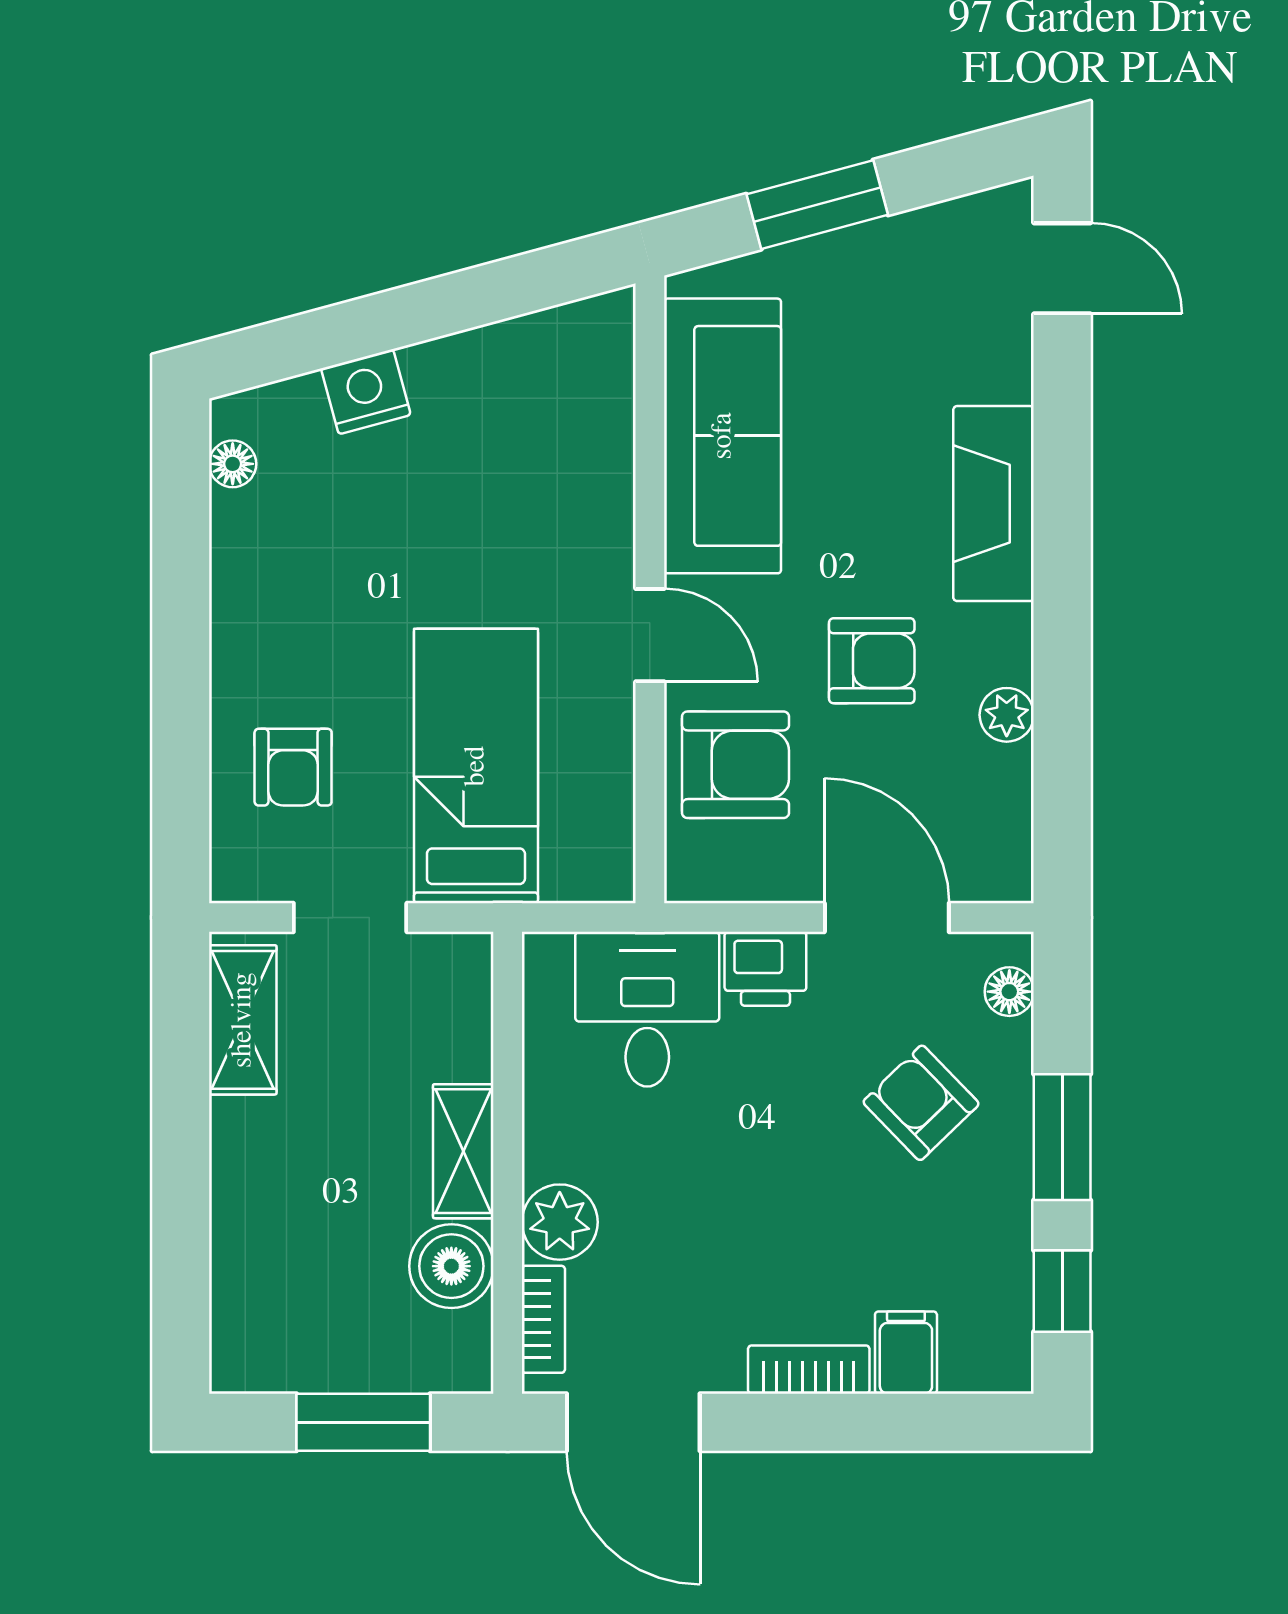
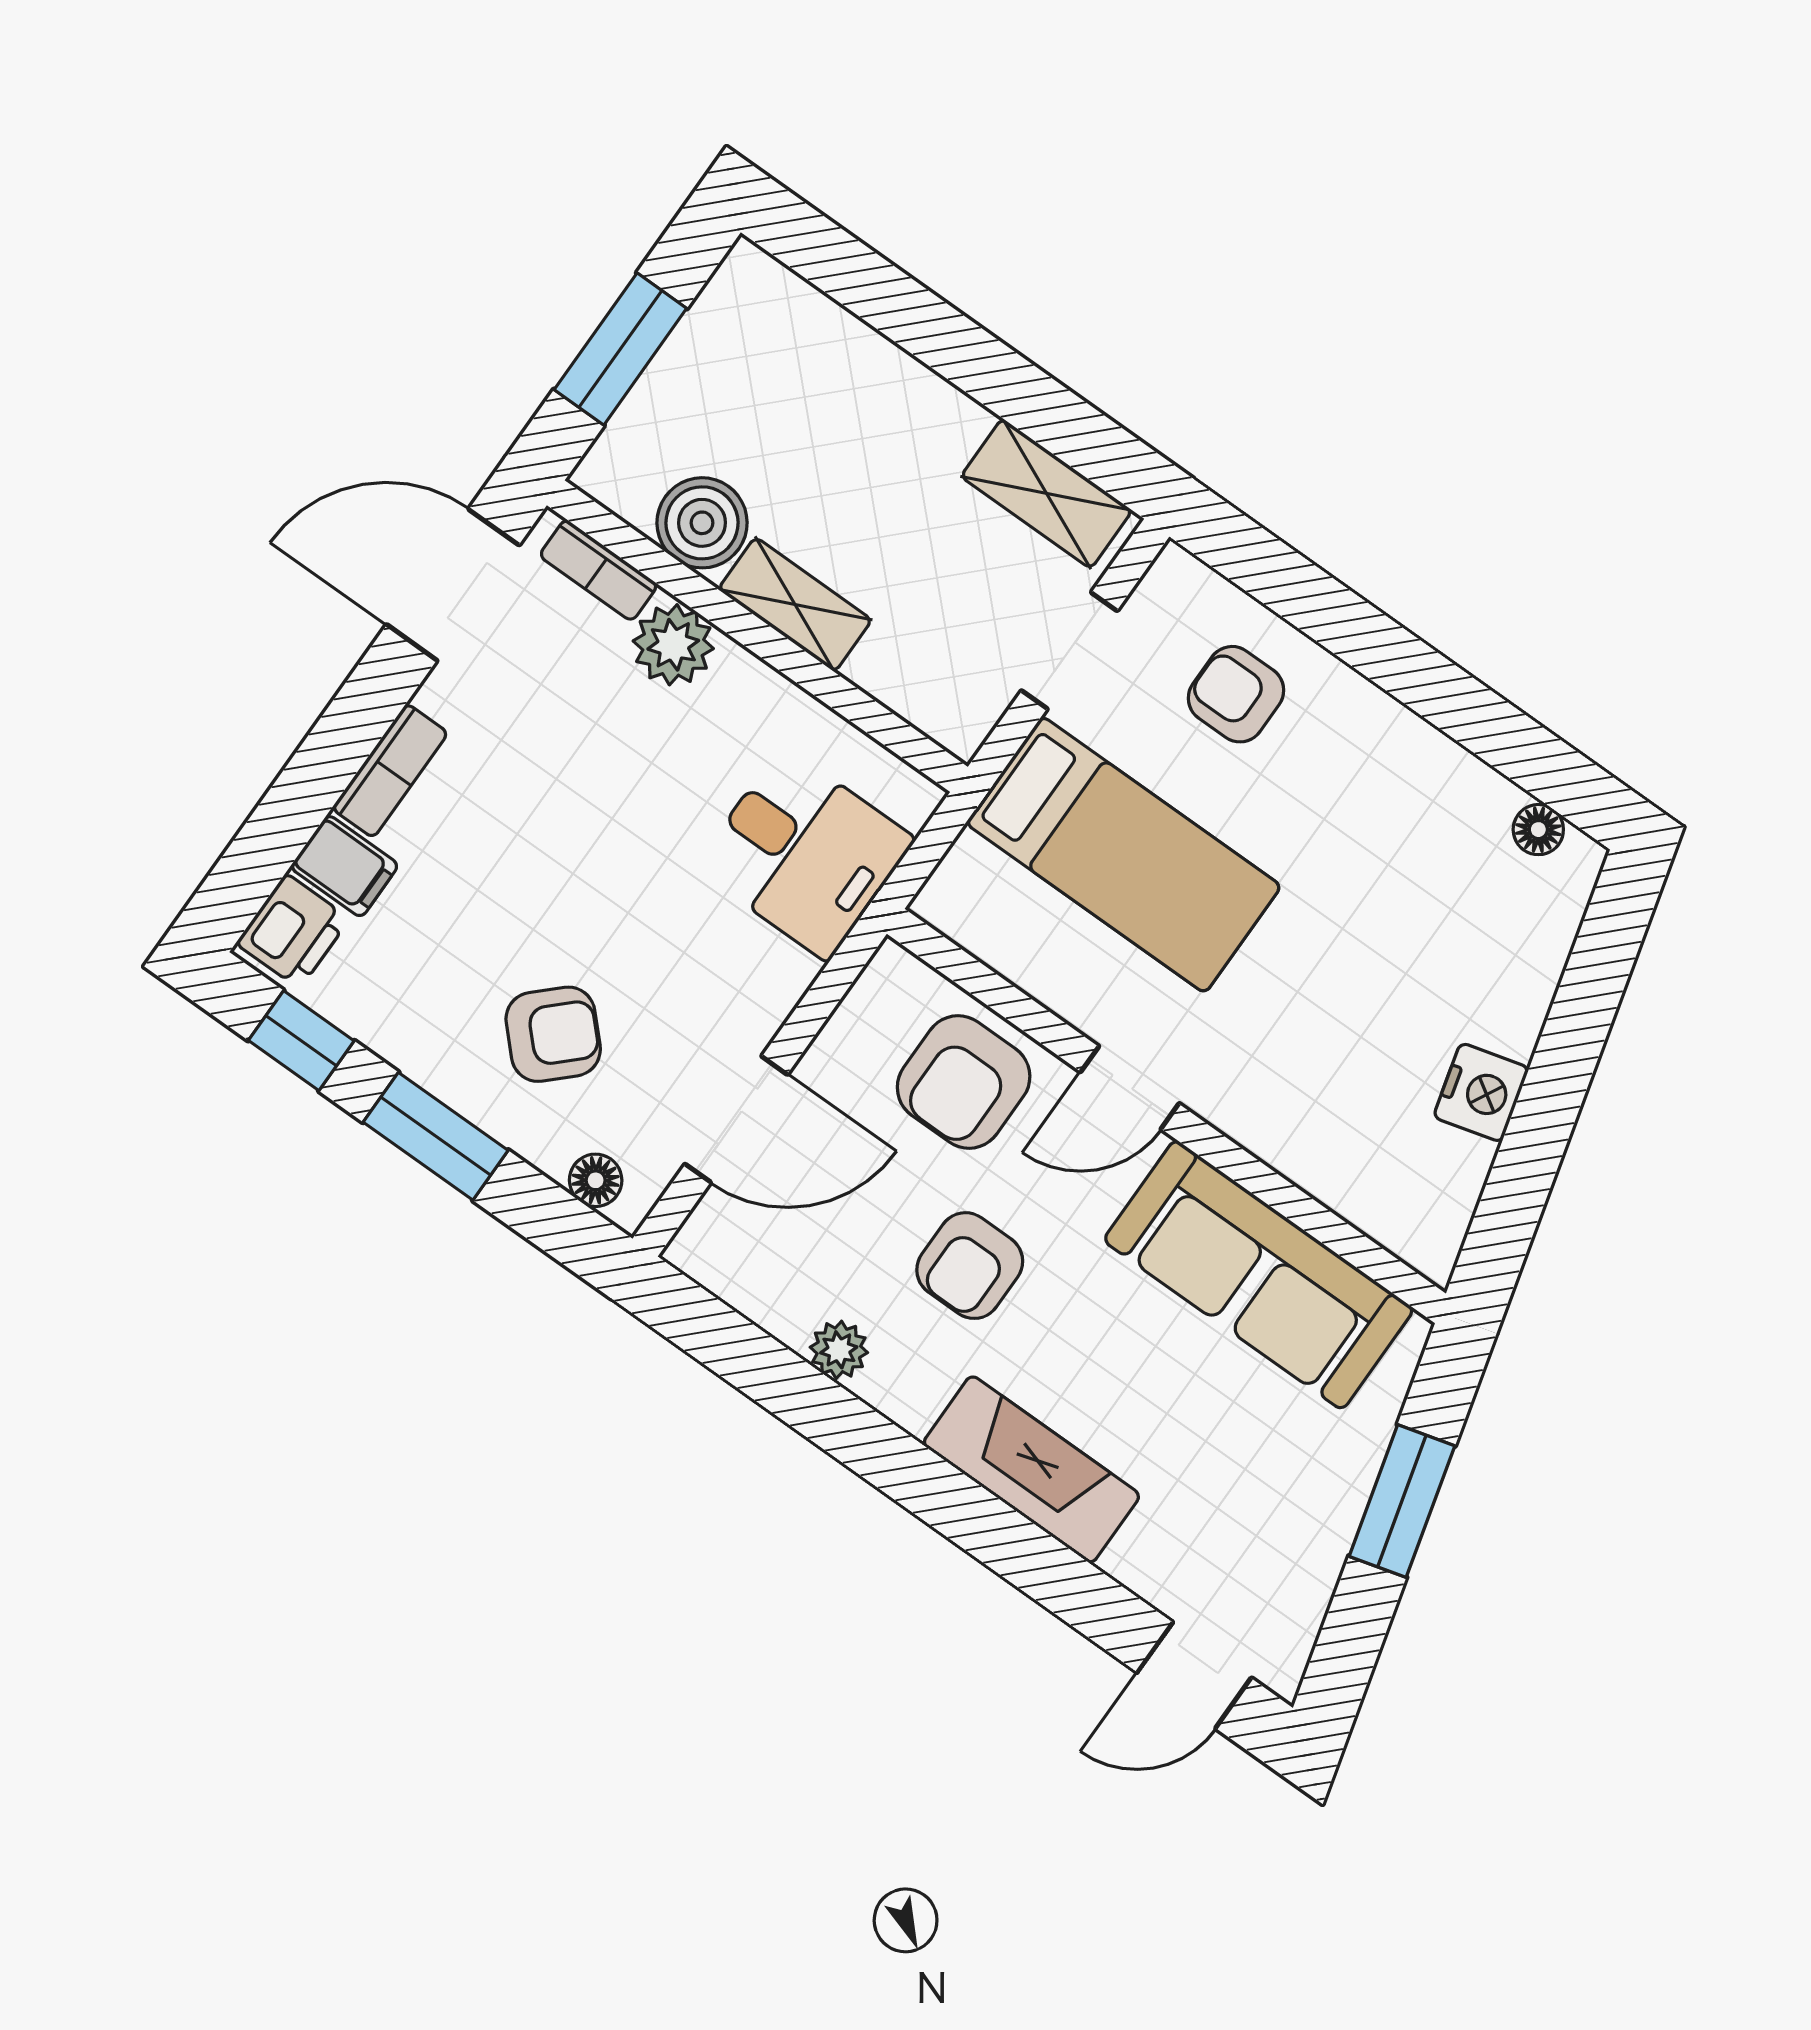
nightstand: (366, 392) -> (1481, 1092), moved
printer: (765, 969) -> (293, 931), moved, turned 180

